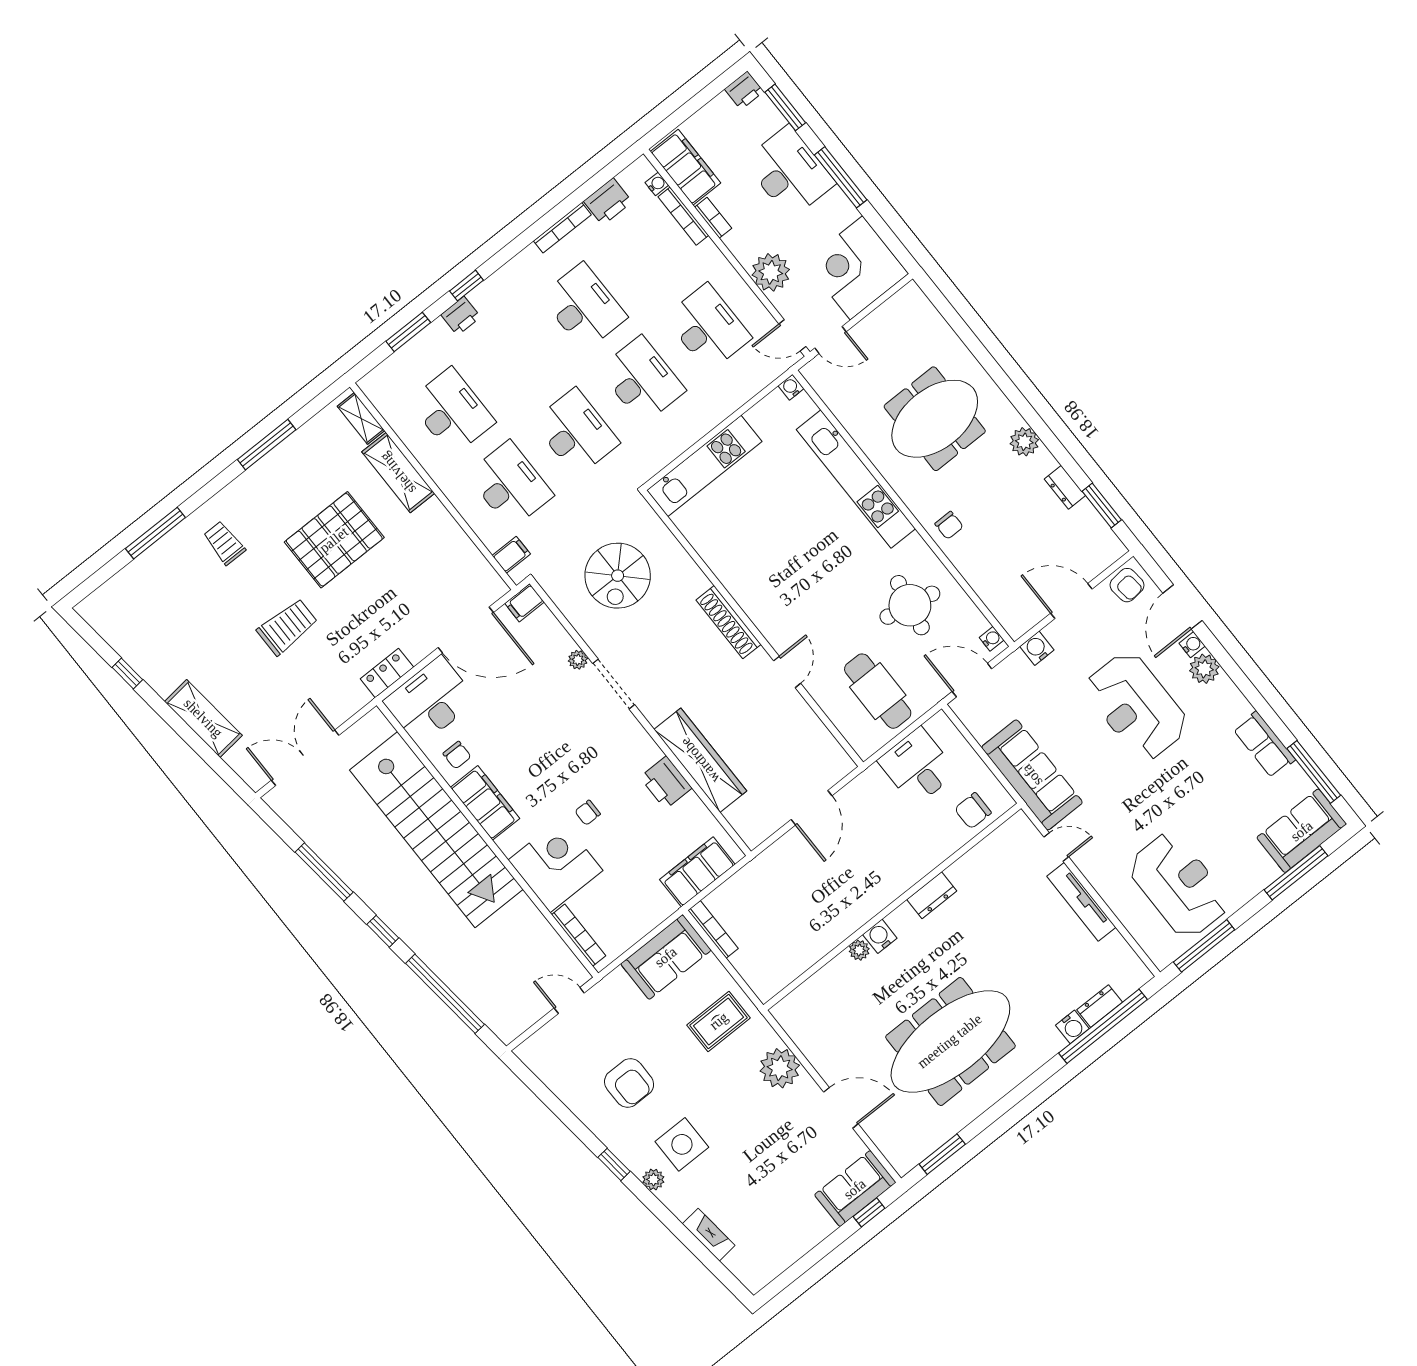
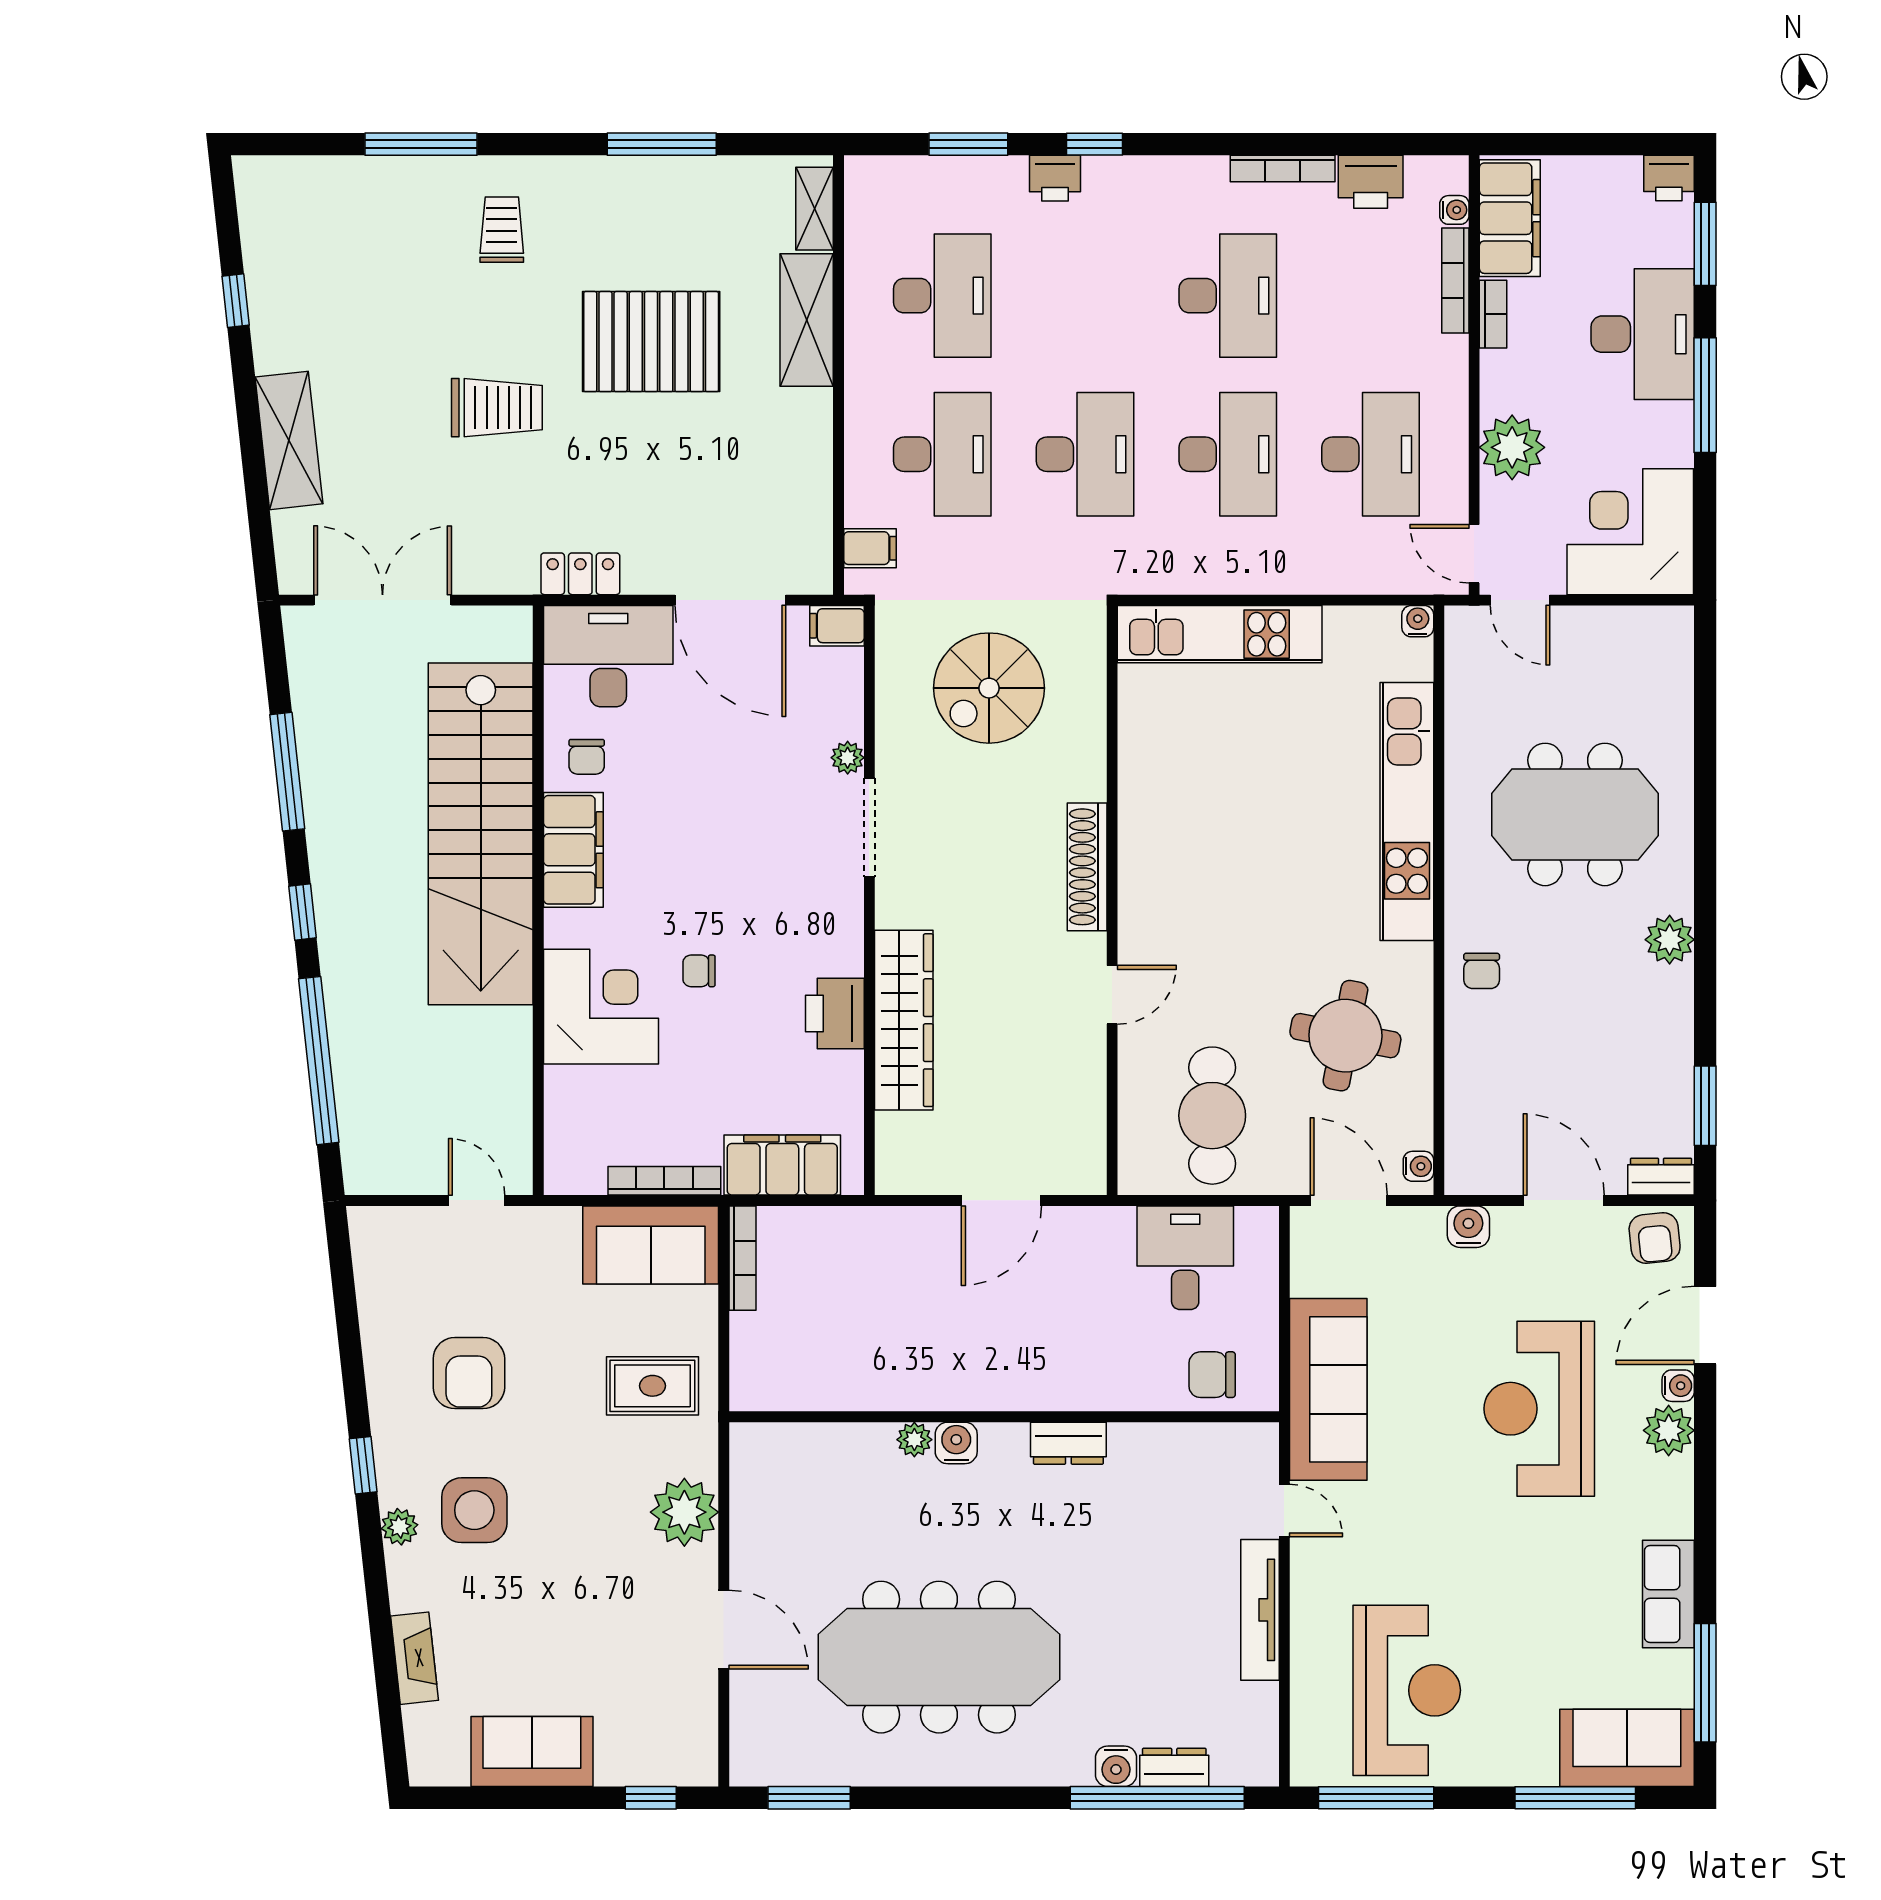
dresser: (1065, 487) -> (1661, 1177), moved, turned 90
bookcase: (579, 935) -> (664, 1181), moved, turned -90
sofa: (855, 1189) -> (532, 1752), moved

